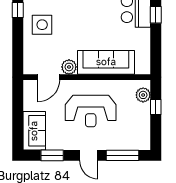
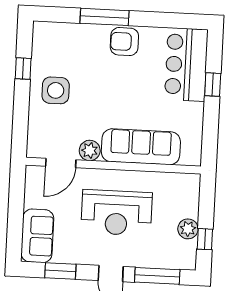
plant: (143, 95) -> (188, 229), moved
window: (156, 107) -> (205, 239), moved

